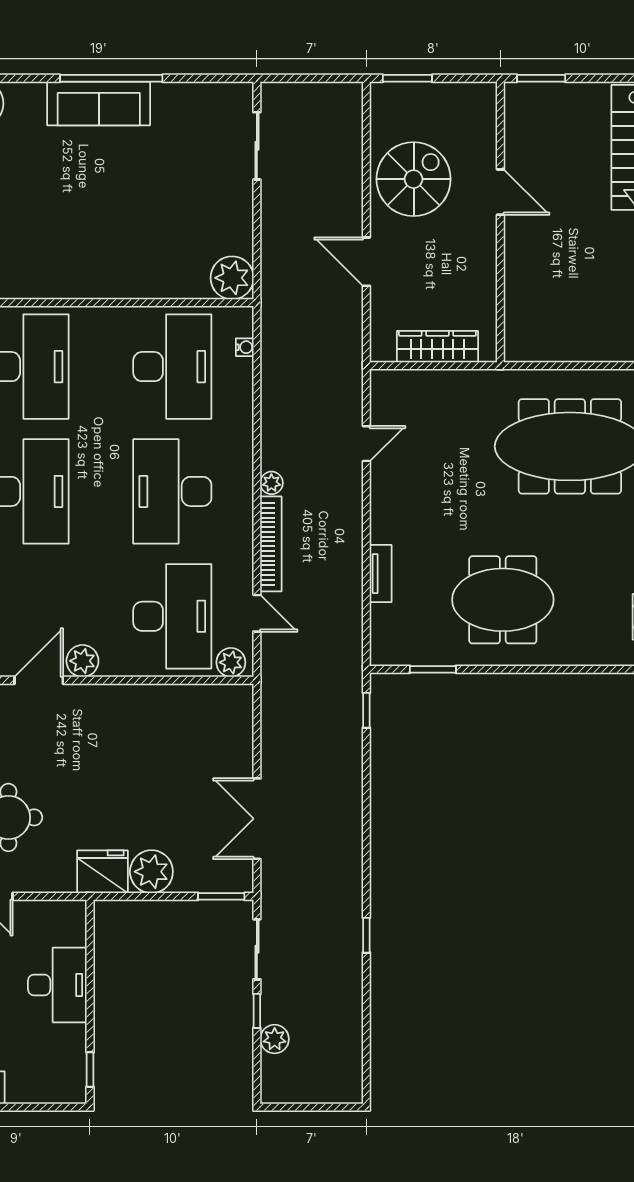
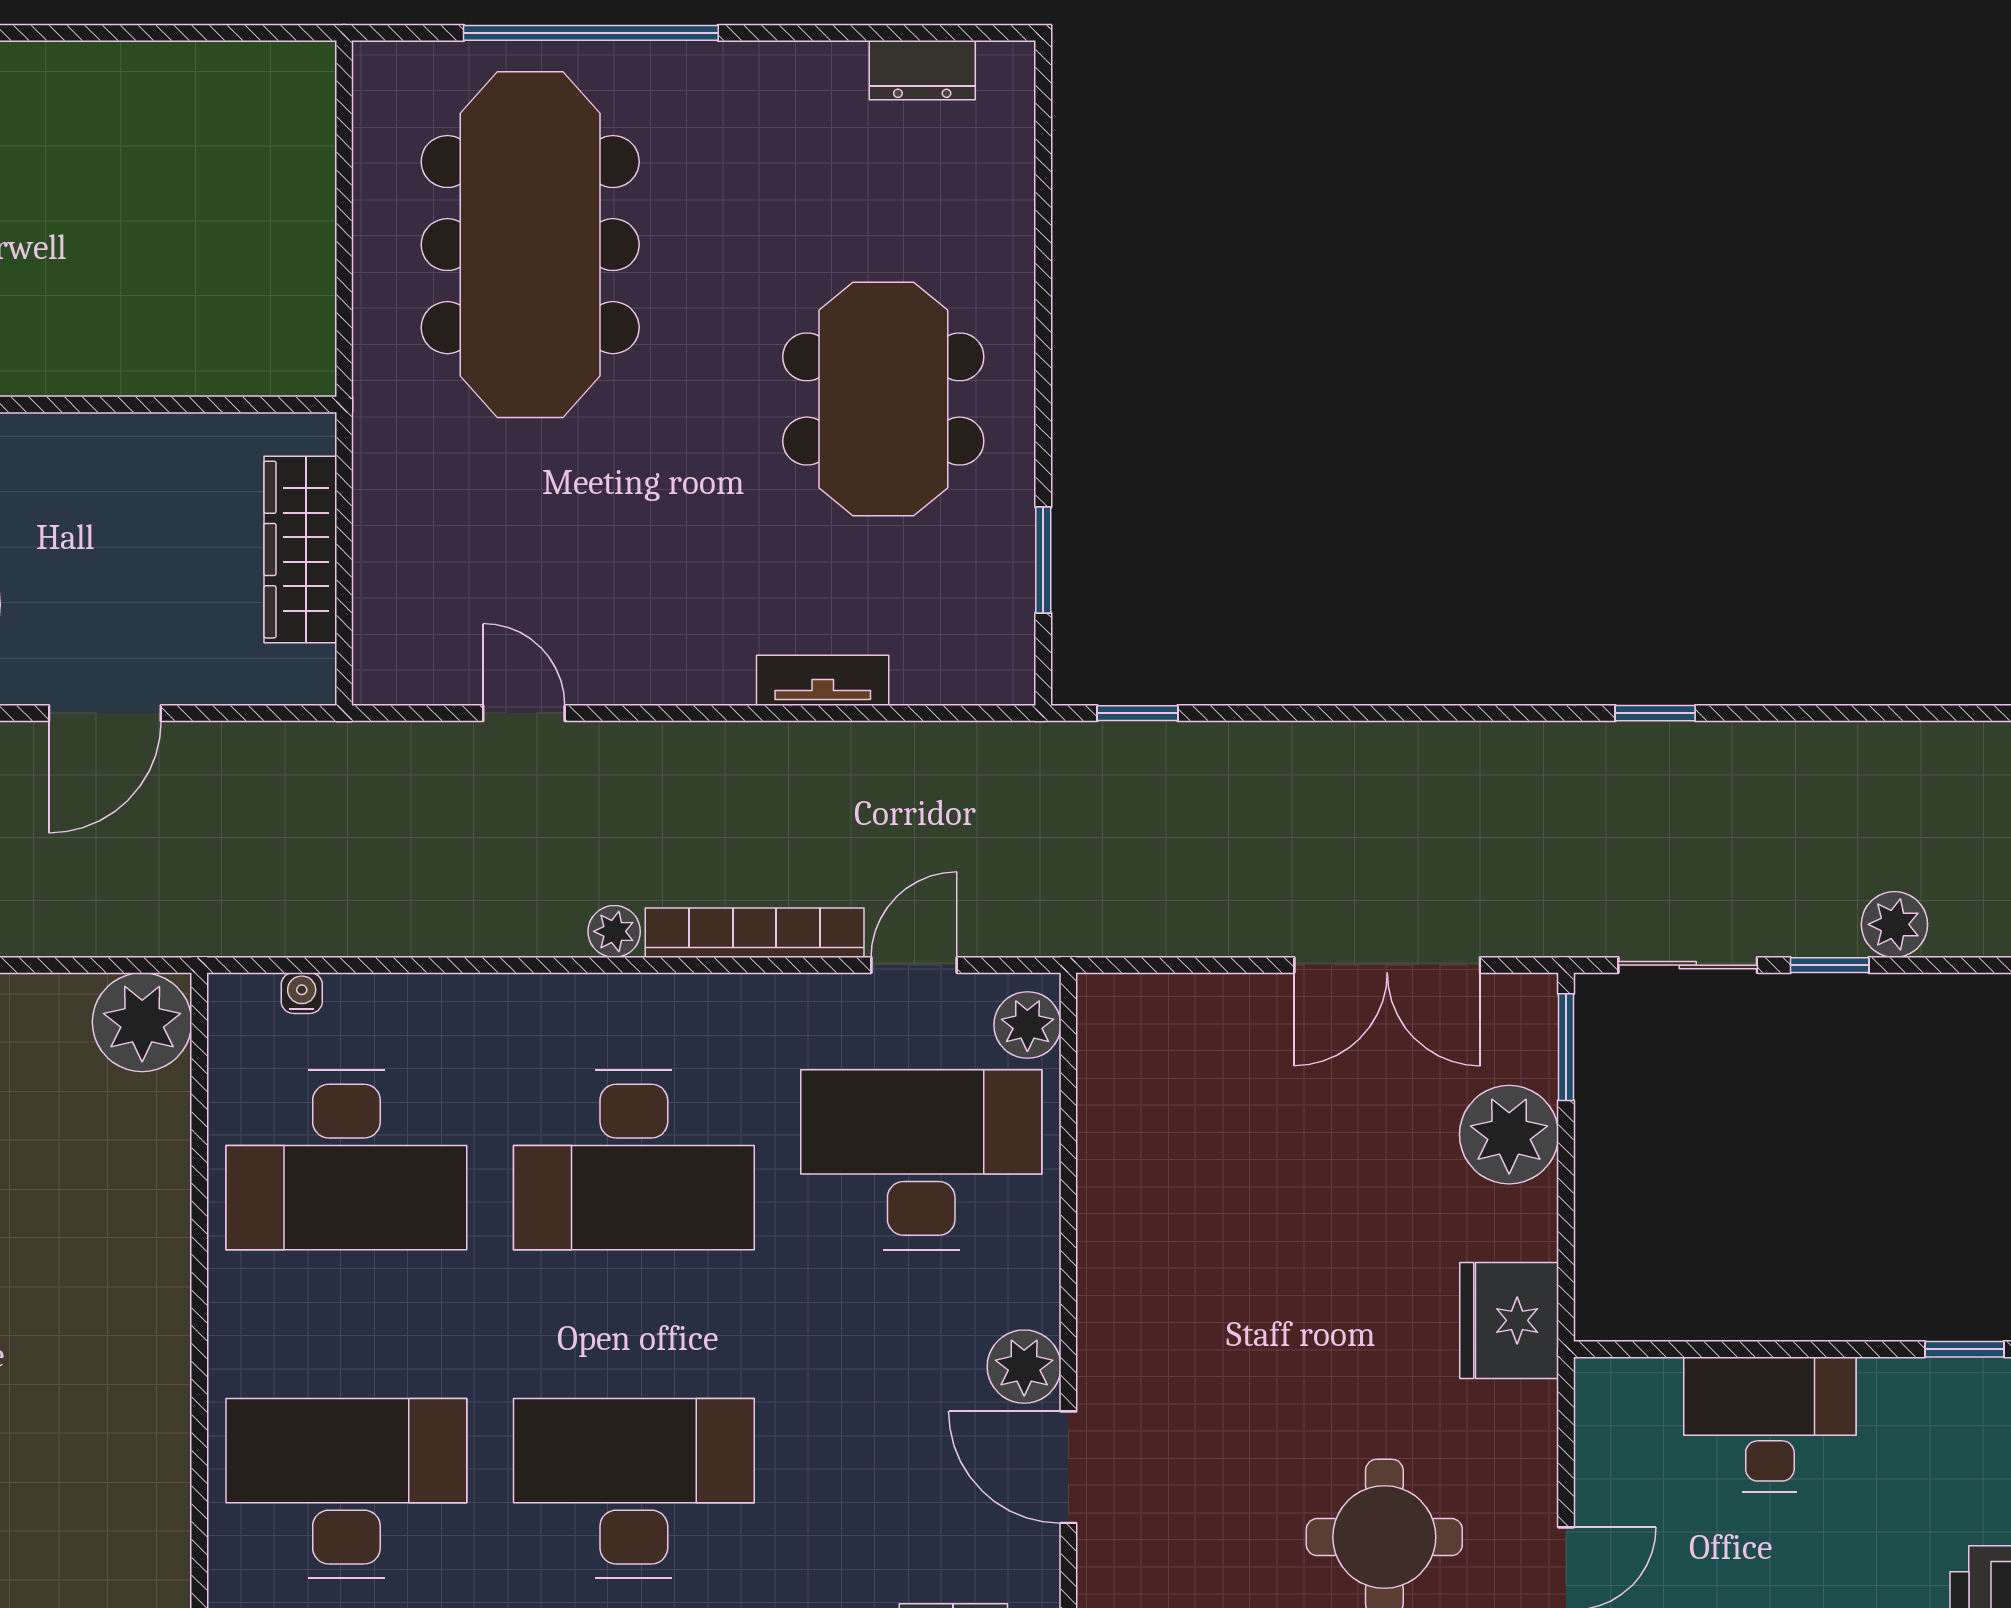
desk: (172, 367) -> (346, 1160), turned 180
plant: (151, 872) -> (1509, 1135), moved

